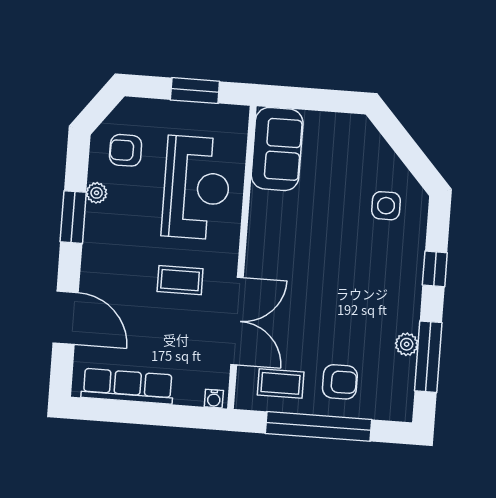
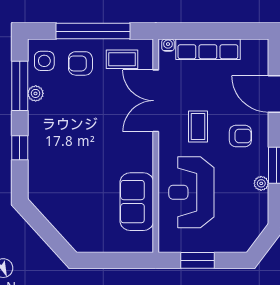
sofa: (277, 149) -> (137, 202), moved
armchair: (126, 150) -> (240, 136), moved
side table: (386, 206) -> (44, 61), moved
coffee table: (180, 280) -> (198, 127), turned 90
row of seats: (127, 386) -> (208, 49), moved

